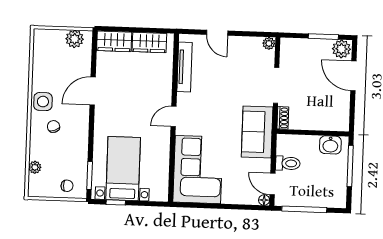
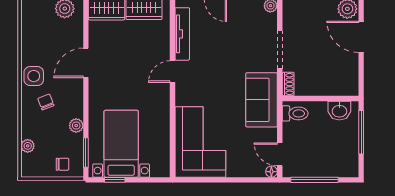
door: (174, 116) -> (172, 72), moved
plant: (81, 150) -> (76, 126), added
toilet: (288, 163) -> (295, 113), moved

